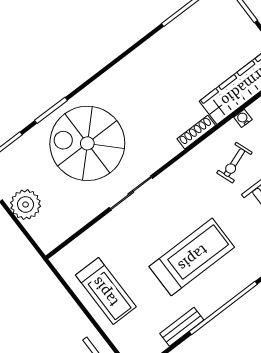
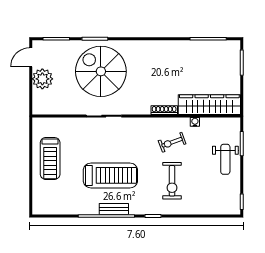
bench: (182, 327) -> (114, 209), moved

